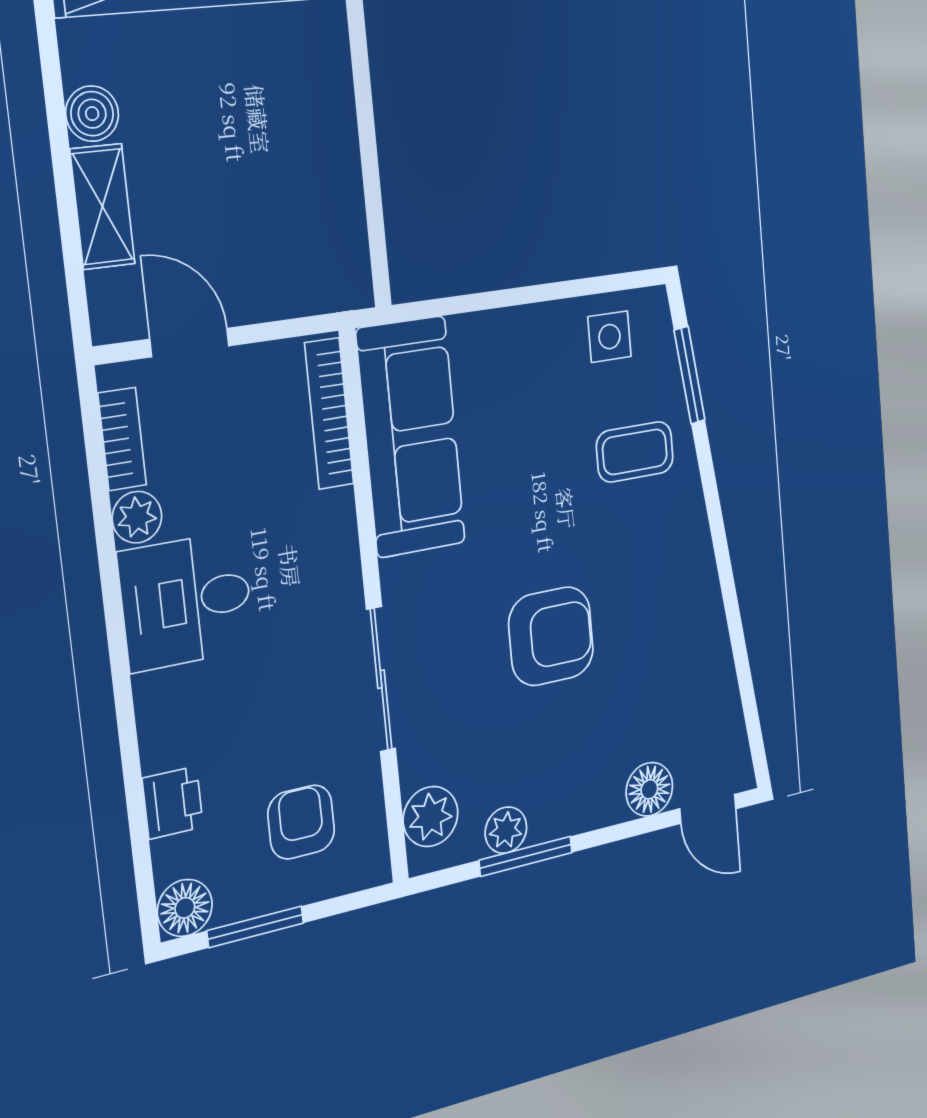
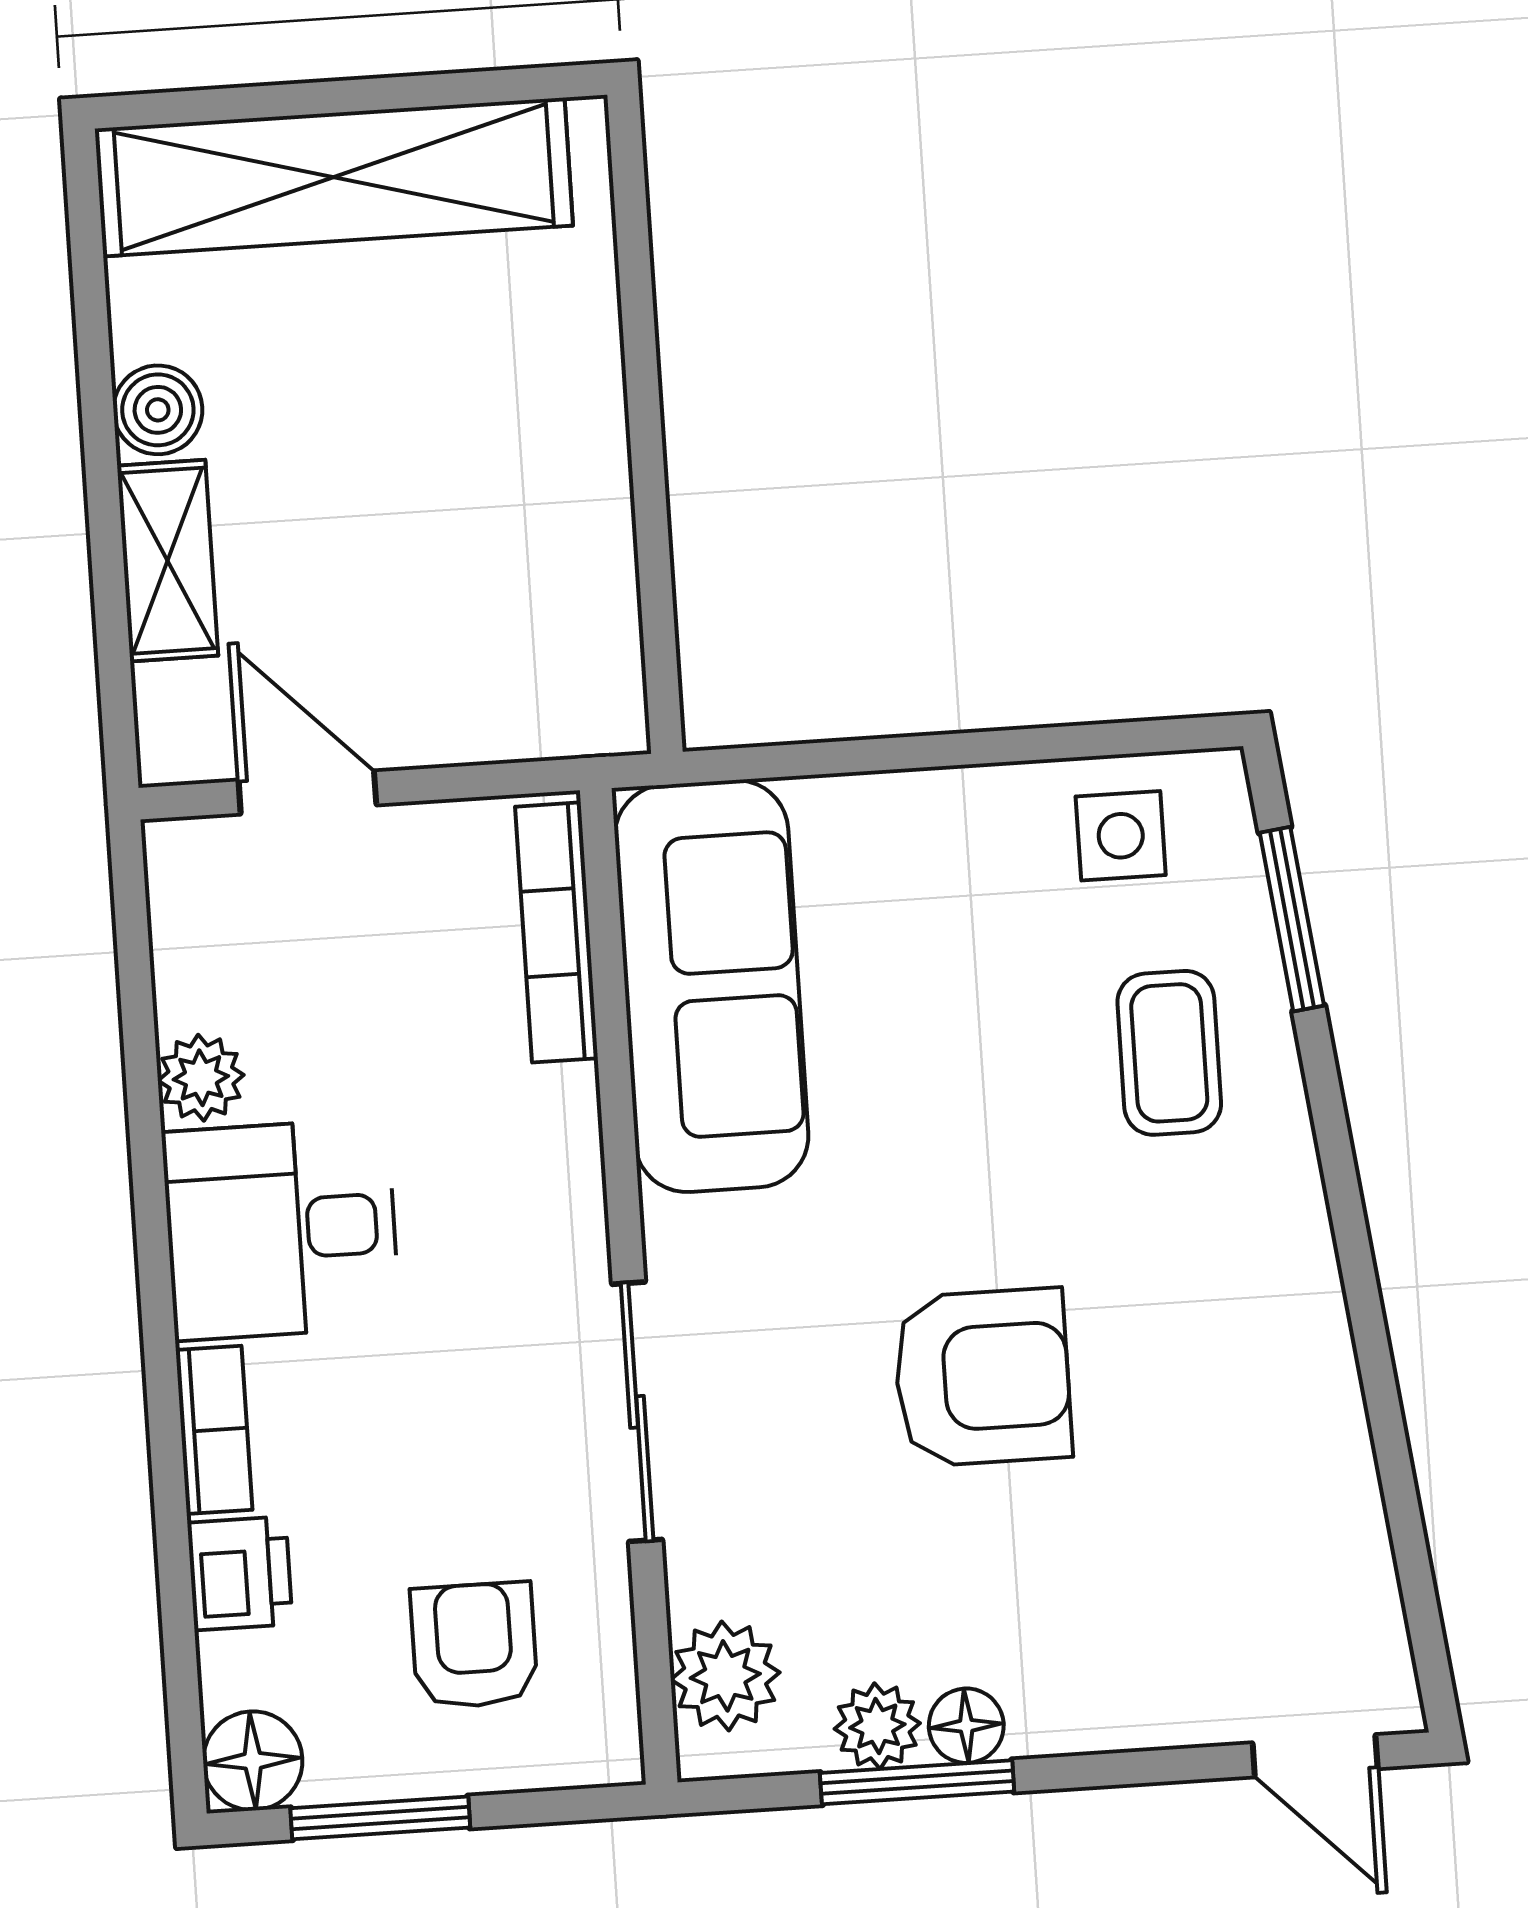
bookcase: (122, 439) -> (214, 1430), moved
coffee table: (635, 452) -> (1169, 1053), turned 90
floor lamp: (649, 789) -> (966, 1726), moved, width x0.73, depth x0.73

